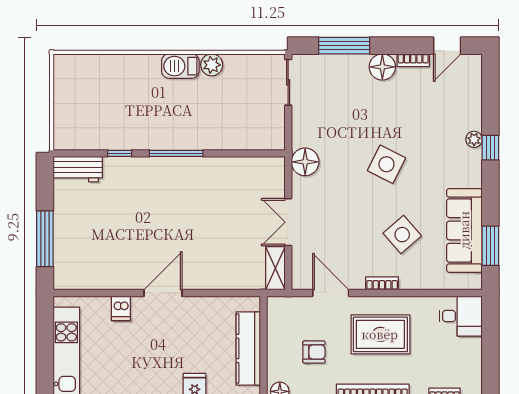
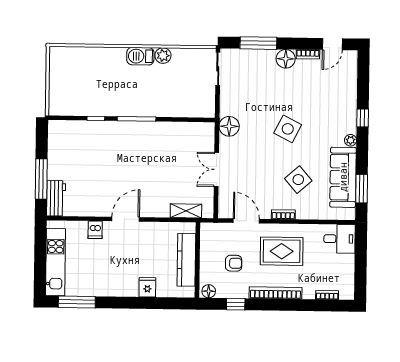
plant: (474, 139) -> (351, 140), moved
workbench: (78, 169) -> (56, 198), moved, turned -90
shelving: (275, 268) -> (186, 211), moved, turned 90

